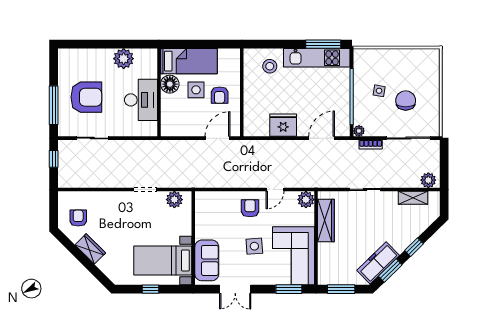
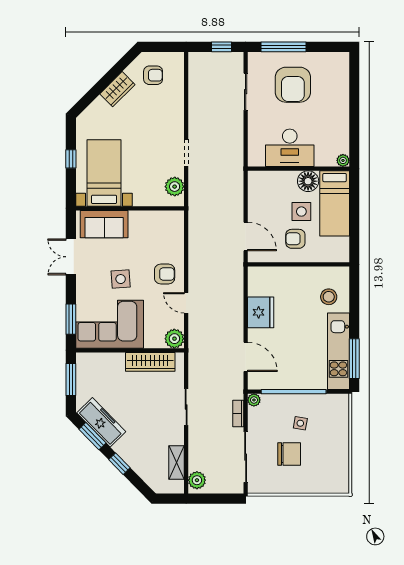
plant: (124, 59) -> (343, 160), moved, width x0.53, depth x0.53

